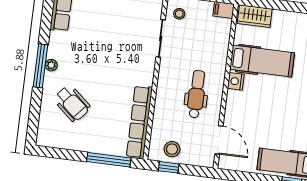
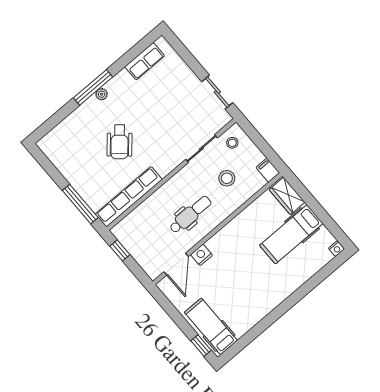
hospital bed: (262, 61) -> (291, 234), moved, turned 90
nightstand: (236, 81) -> (202, 255), moved
wheelchair: (72, 103) -> (119, 142), moved
stool: (172, 149) -> (227, 178), moved

